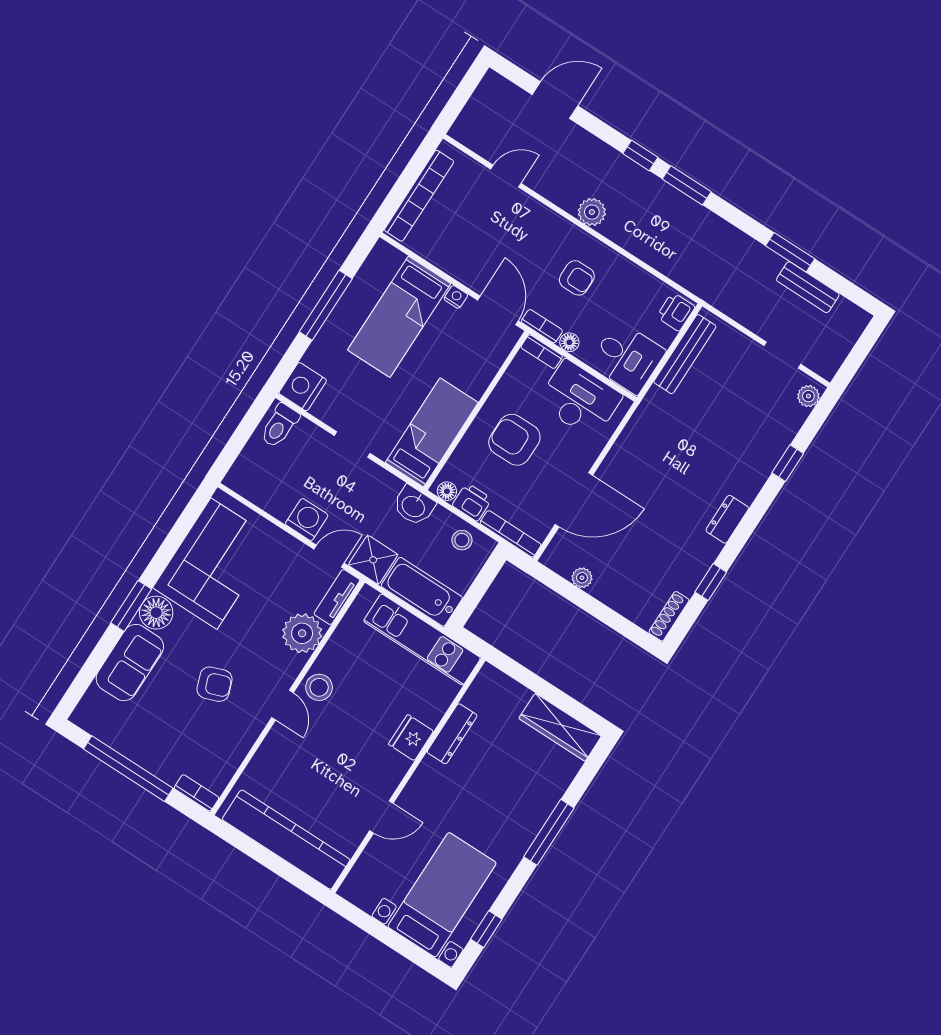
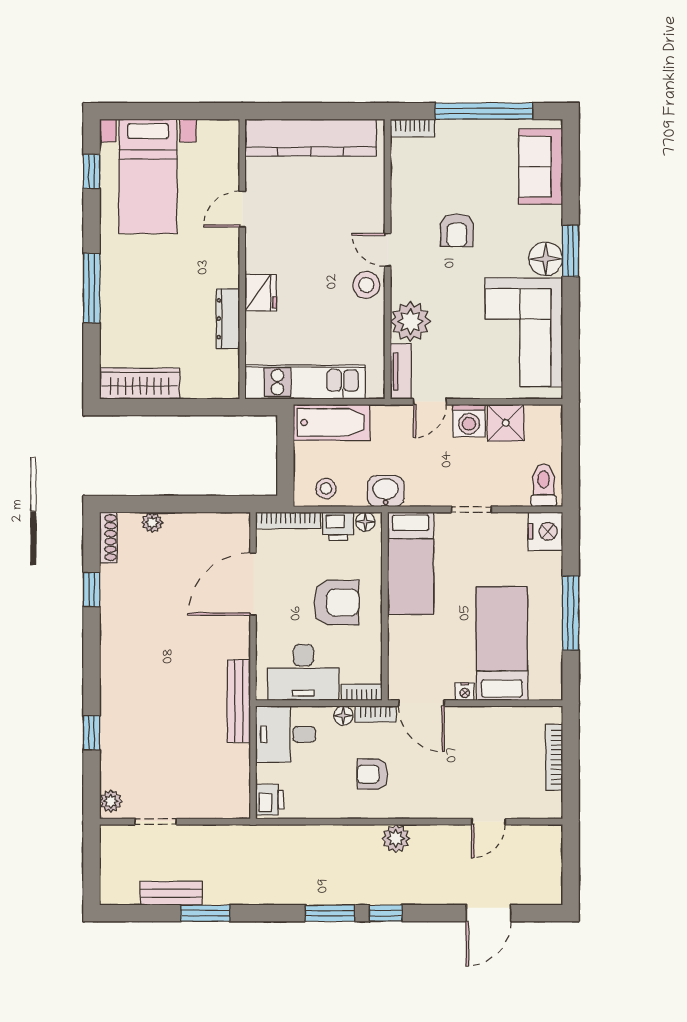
bookcase: (419, 196) -> (554, 757), width x0.68, depth x0.76
bench: (685, 354) -> (239, 701), moved
dresser: (727, 519) -> (112, 652), removed
shower: (373, 560) -> (506, 423), moved
plant: (582, 578) -> (152, 522), moved
sofa: (130, 663) -> (541, 167), moved
armchair: (215, 684) -> (457, 230), turned -70

